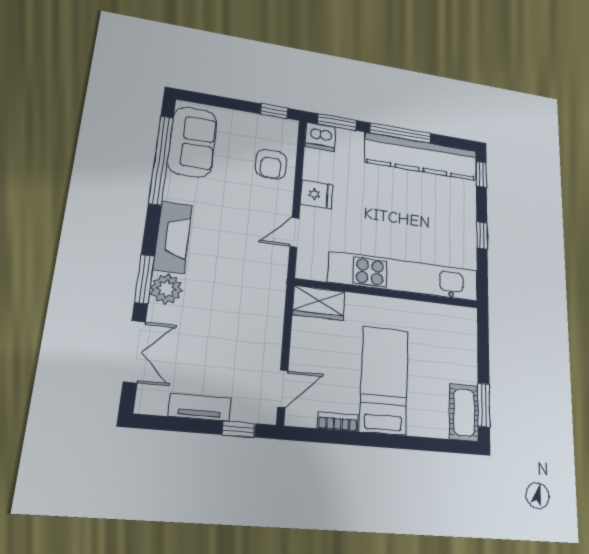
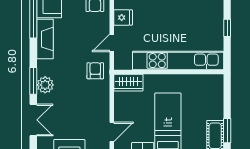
fireplace: (173, 237) -> (45, 39), moved
armchair: (262, 275) -> (95, 71), added

